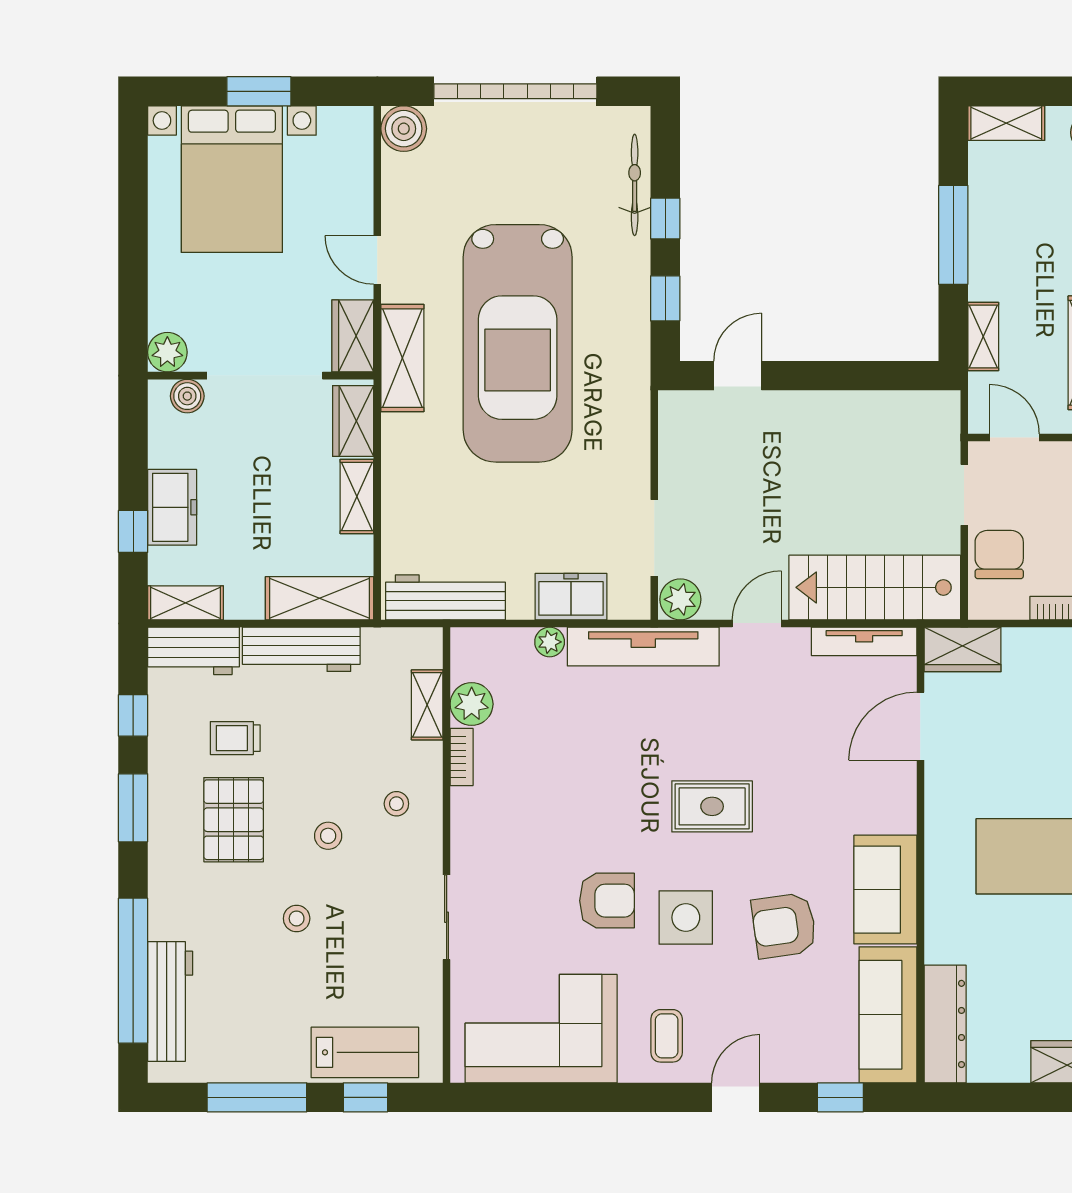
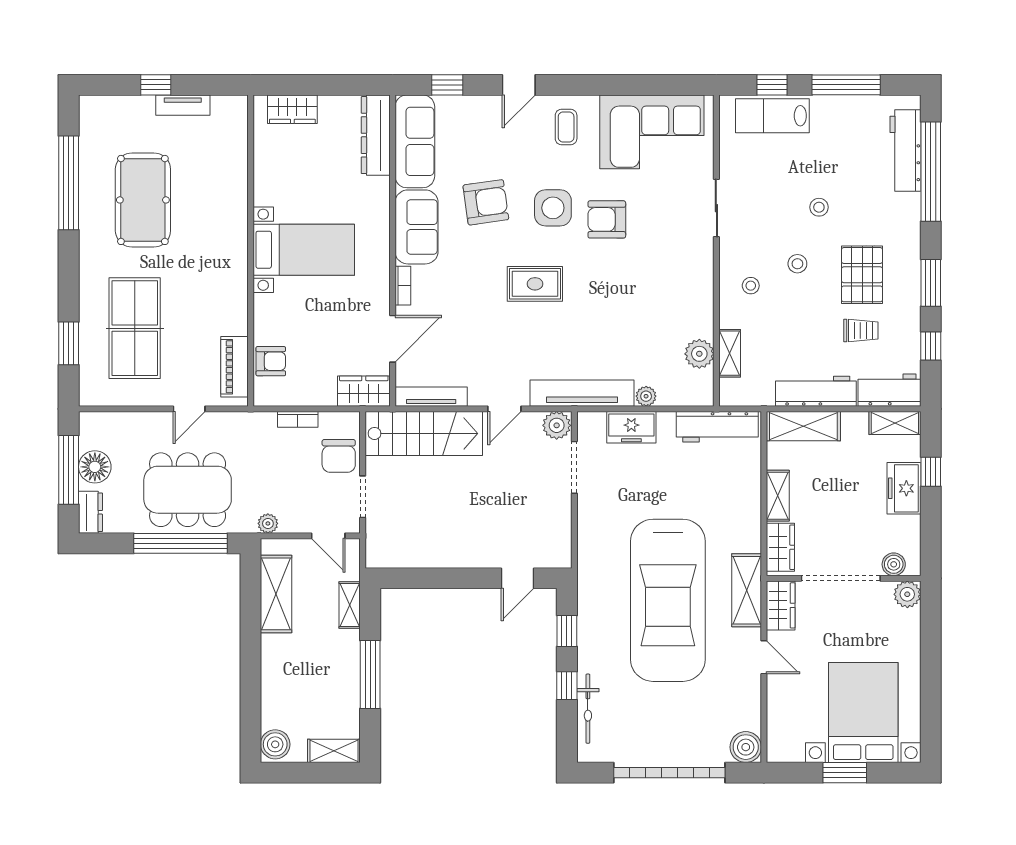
car: (518, 343) -> (668, 600), turned 180
bookcase: (462, 757) -> (403, 286), moved, turned 180

